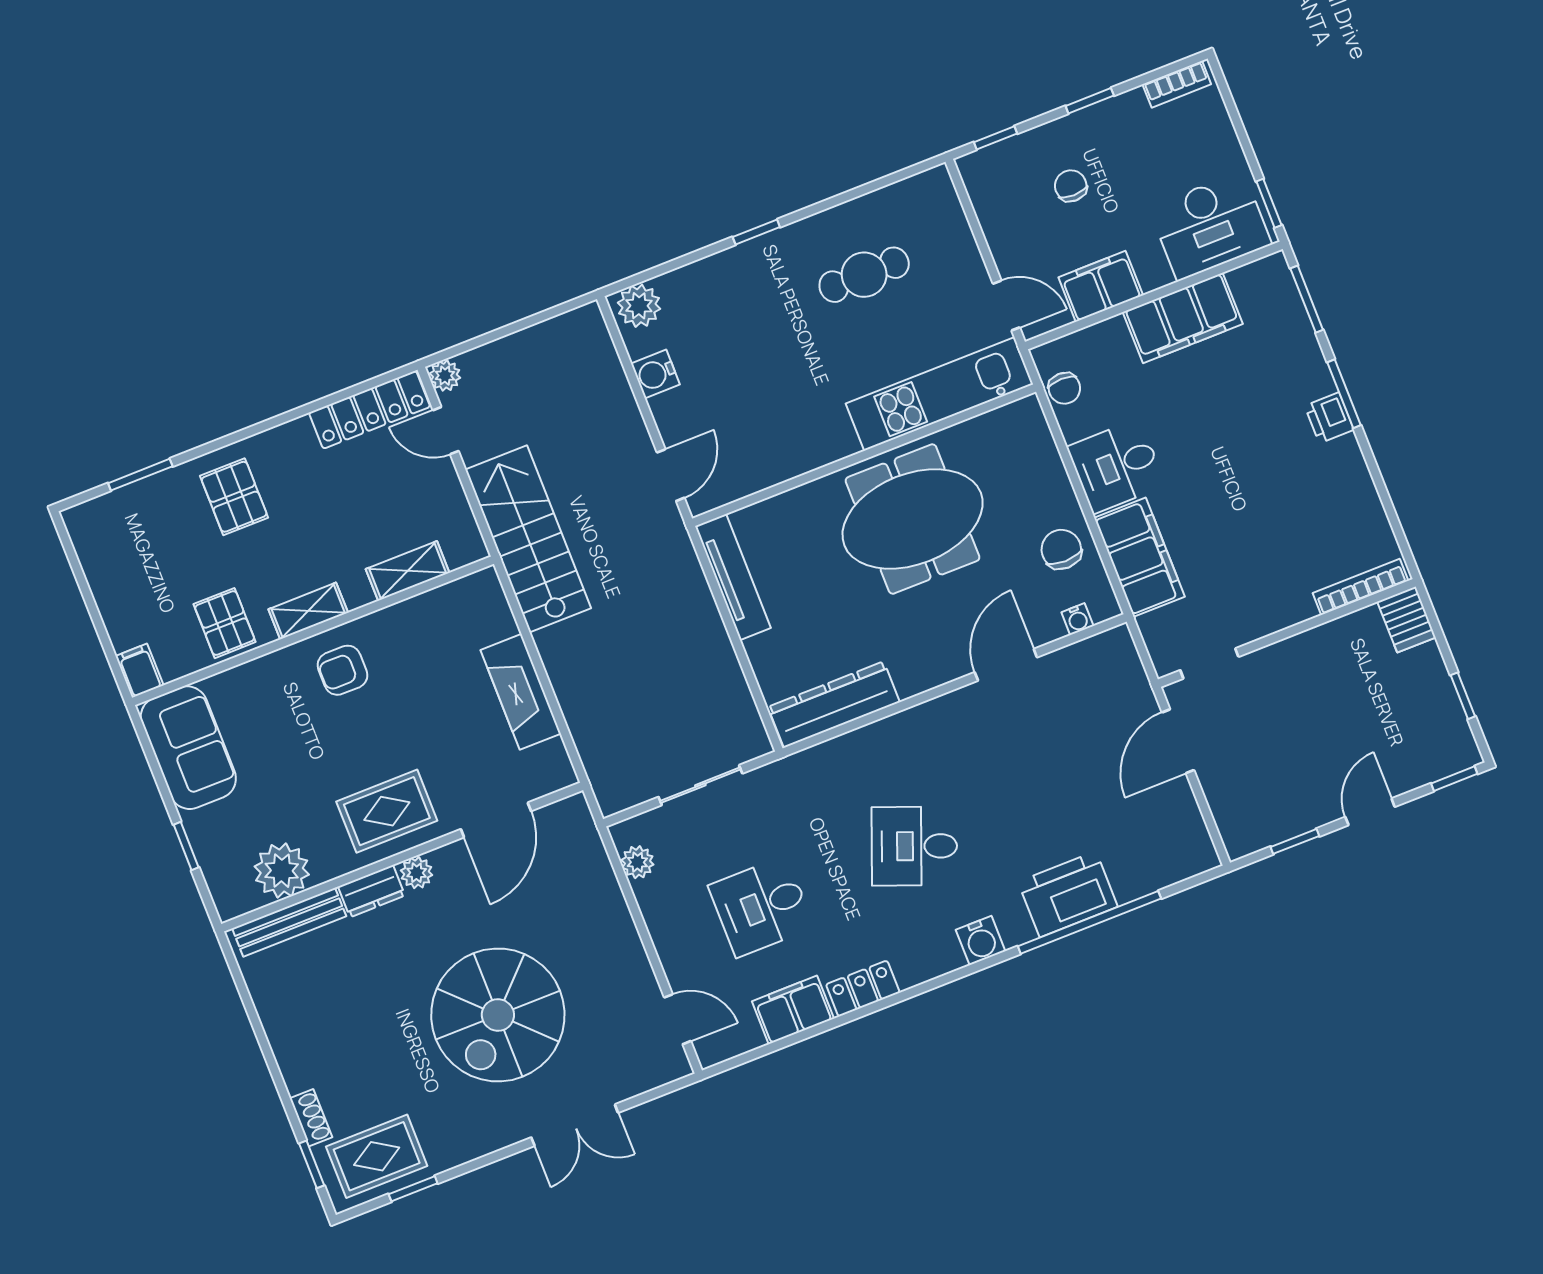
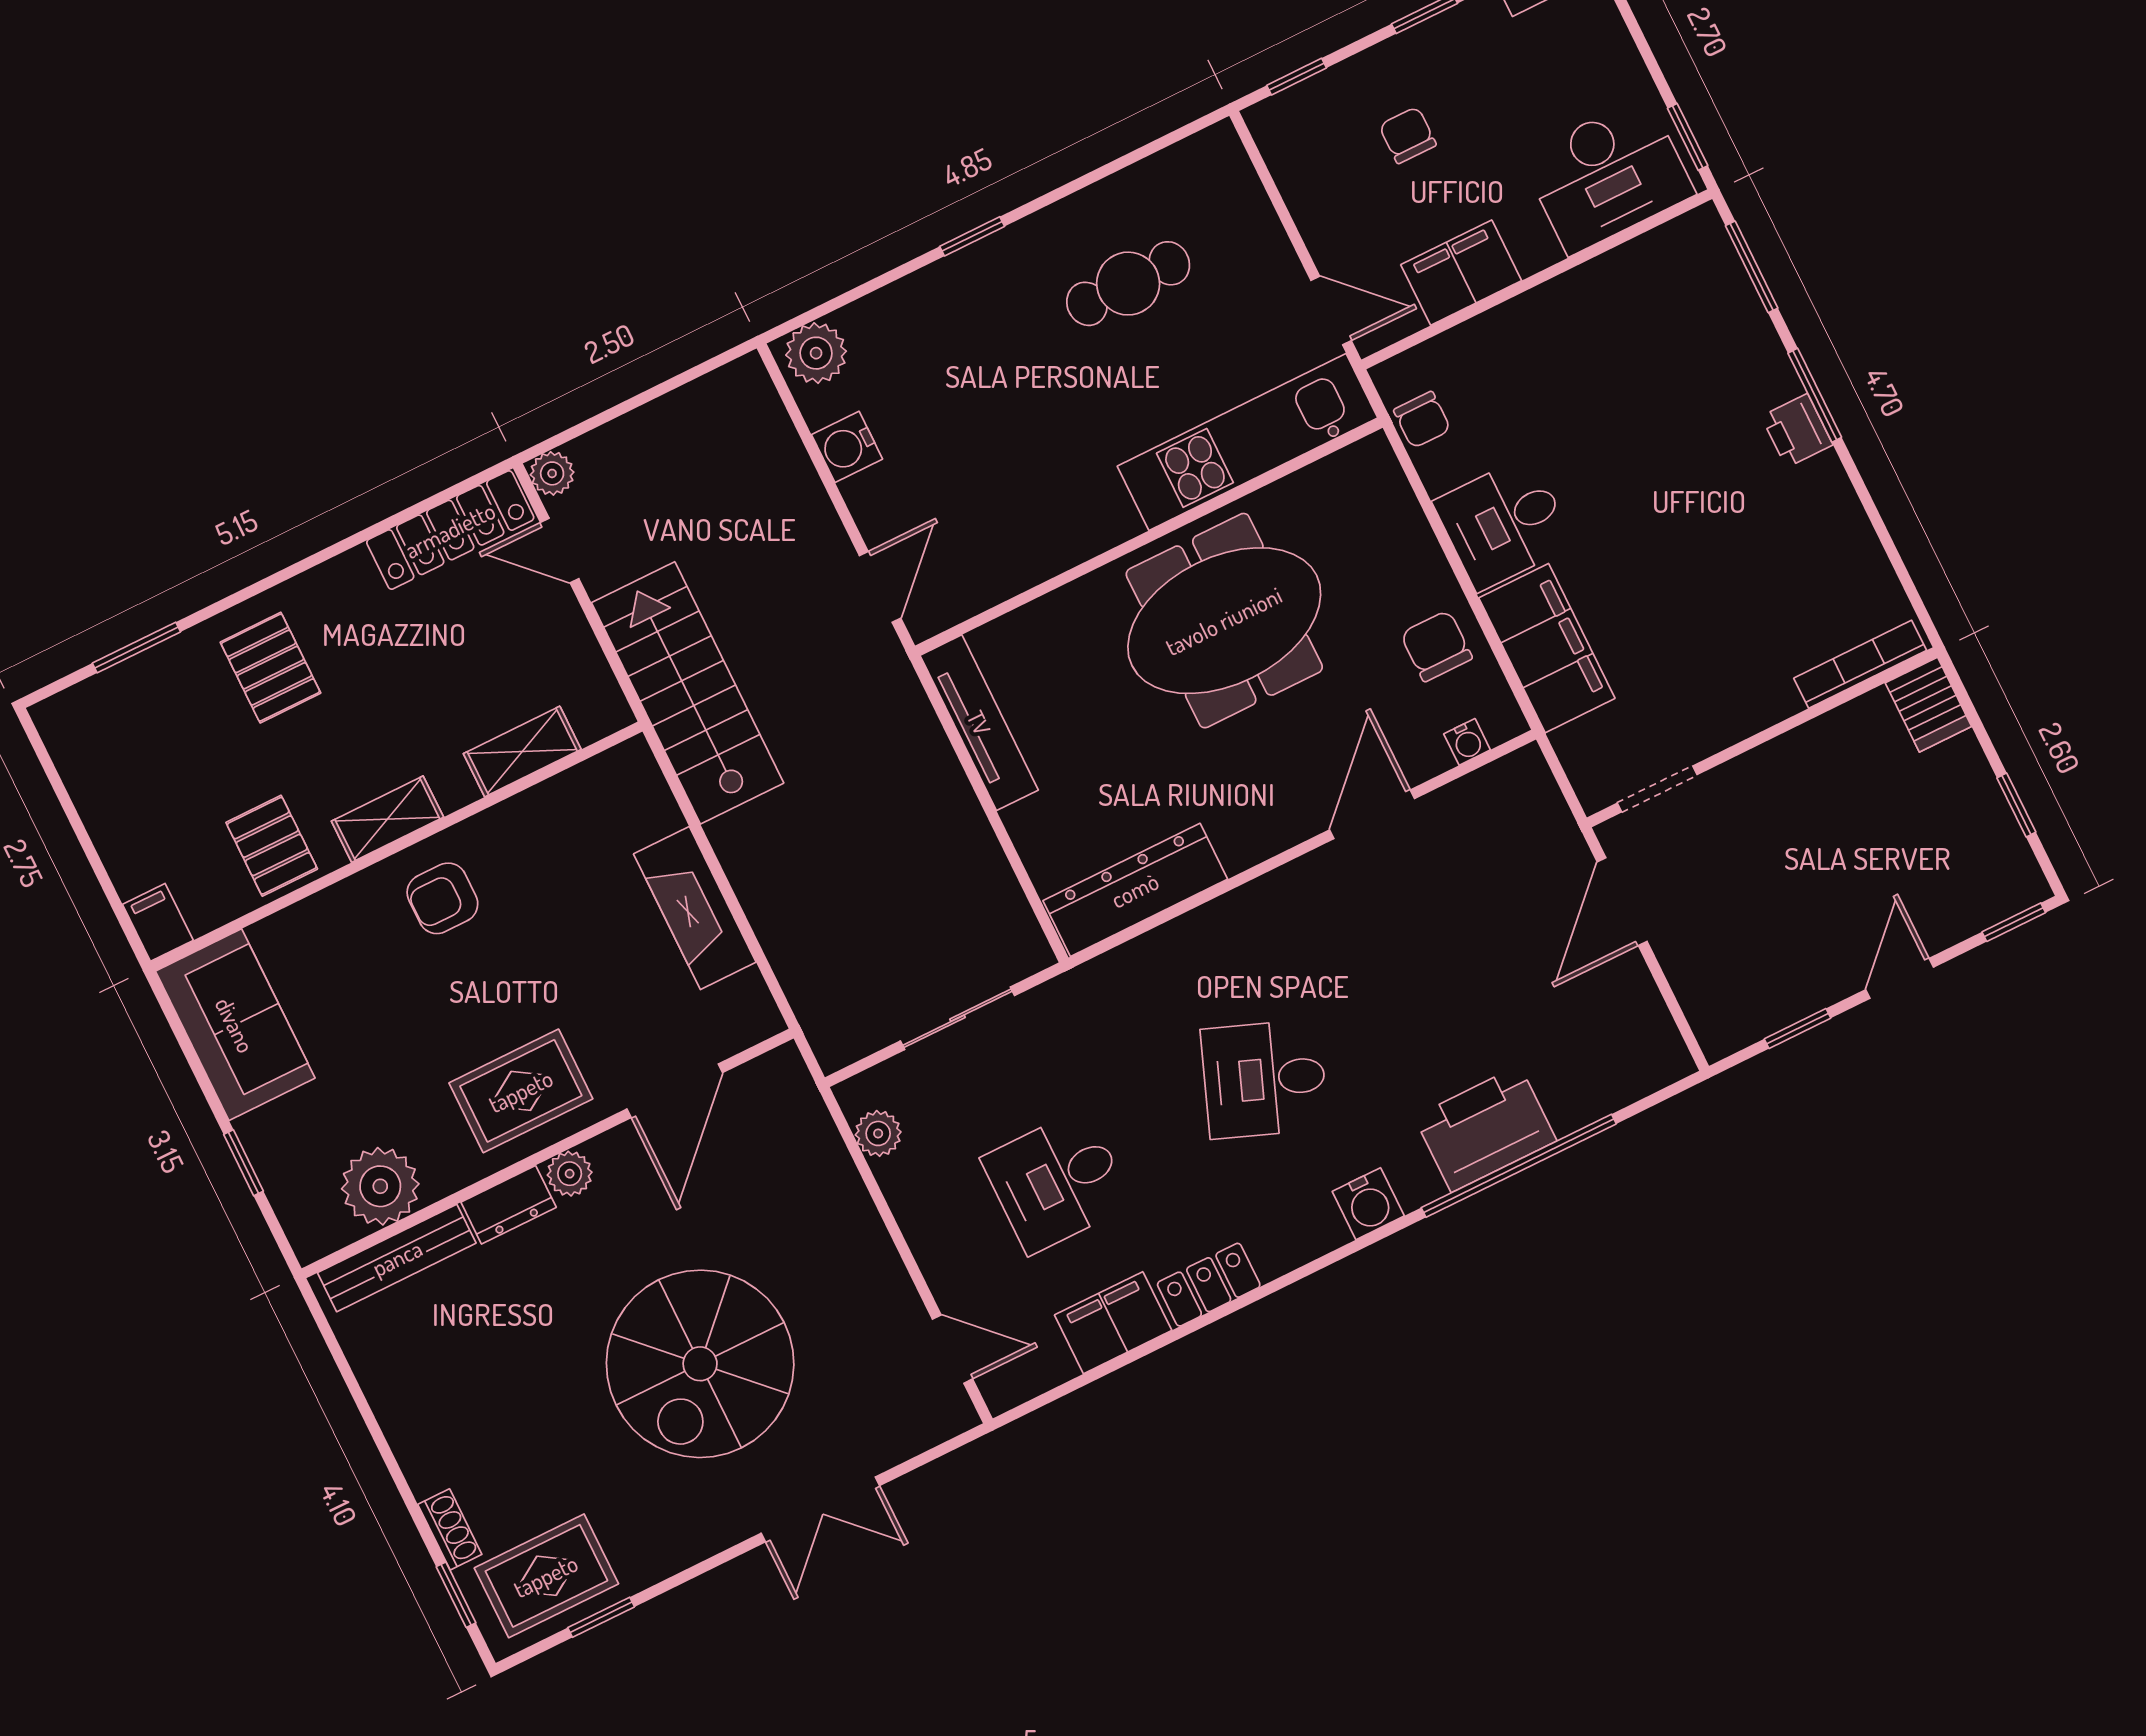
filing cabinet: (1183, 318) -> (1580, 308), removed

